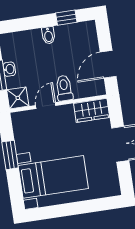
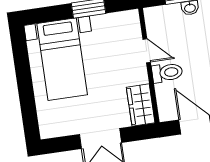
shower: (18, 98) -> (156, 18), removed

